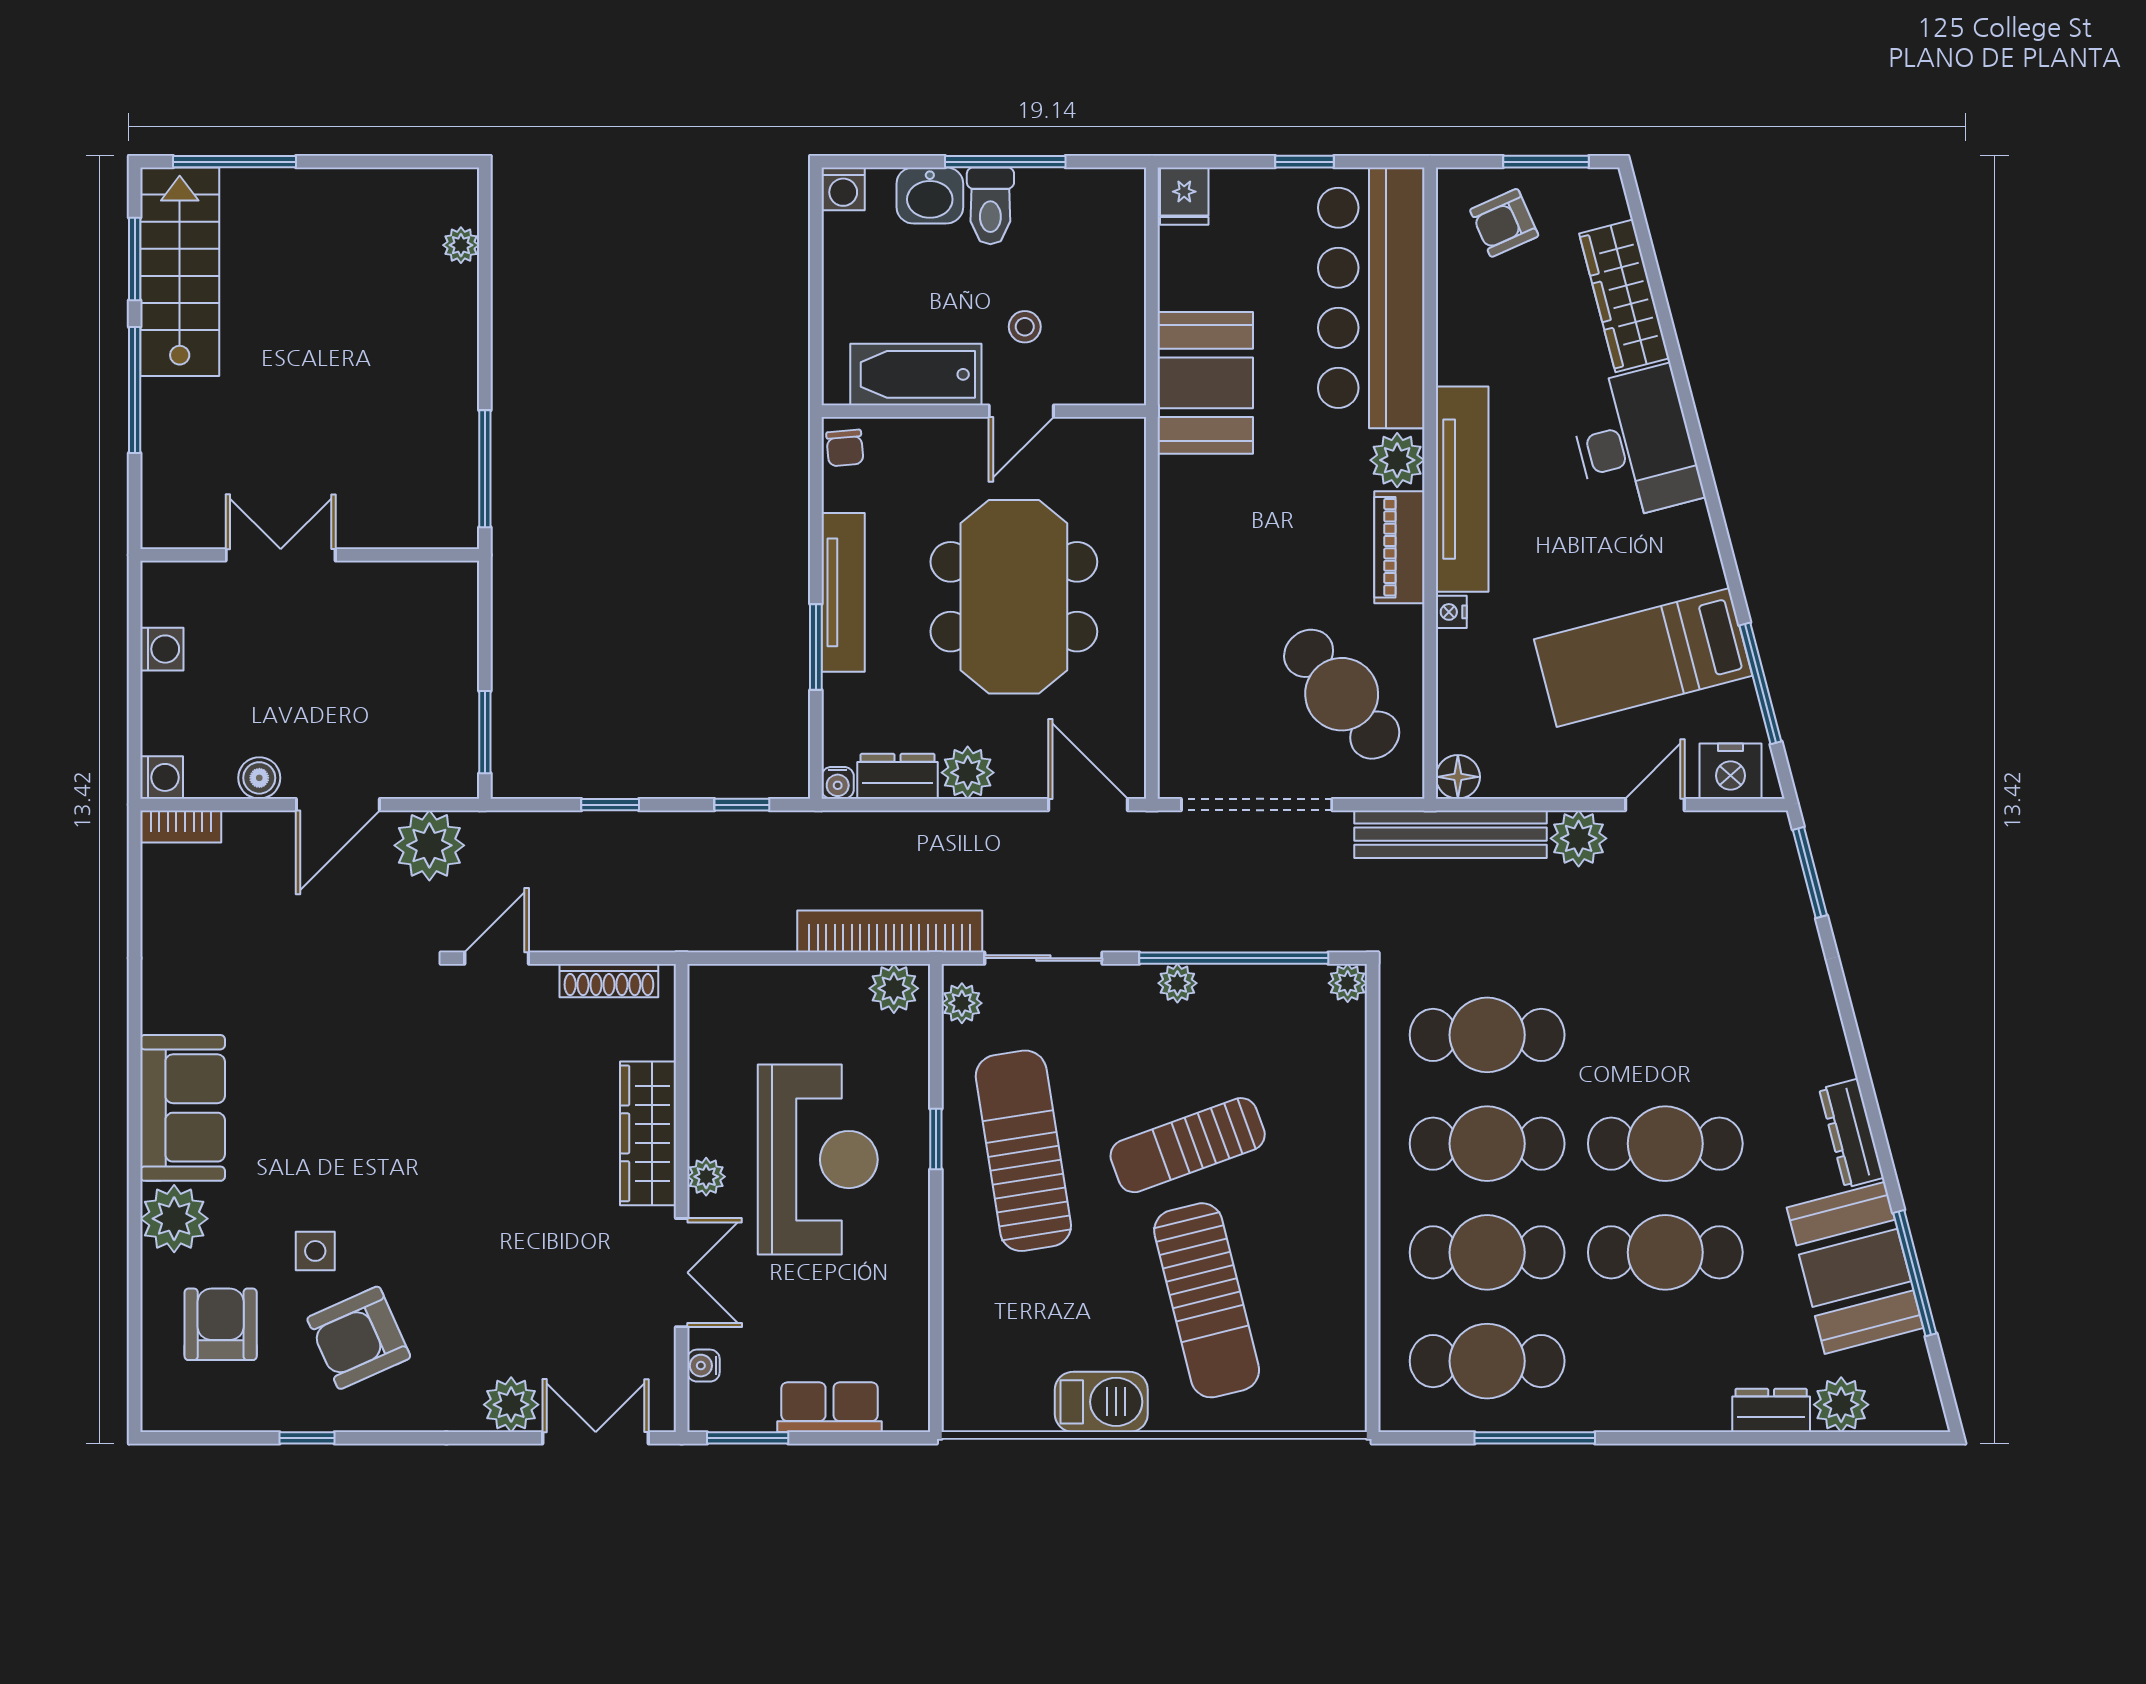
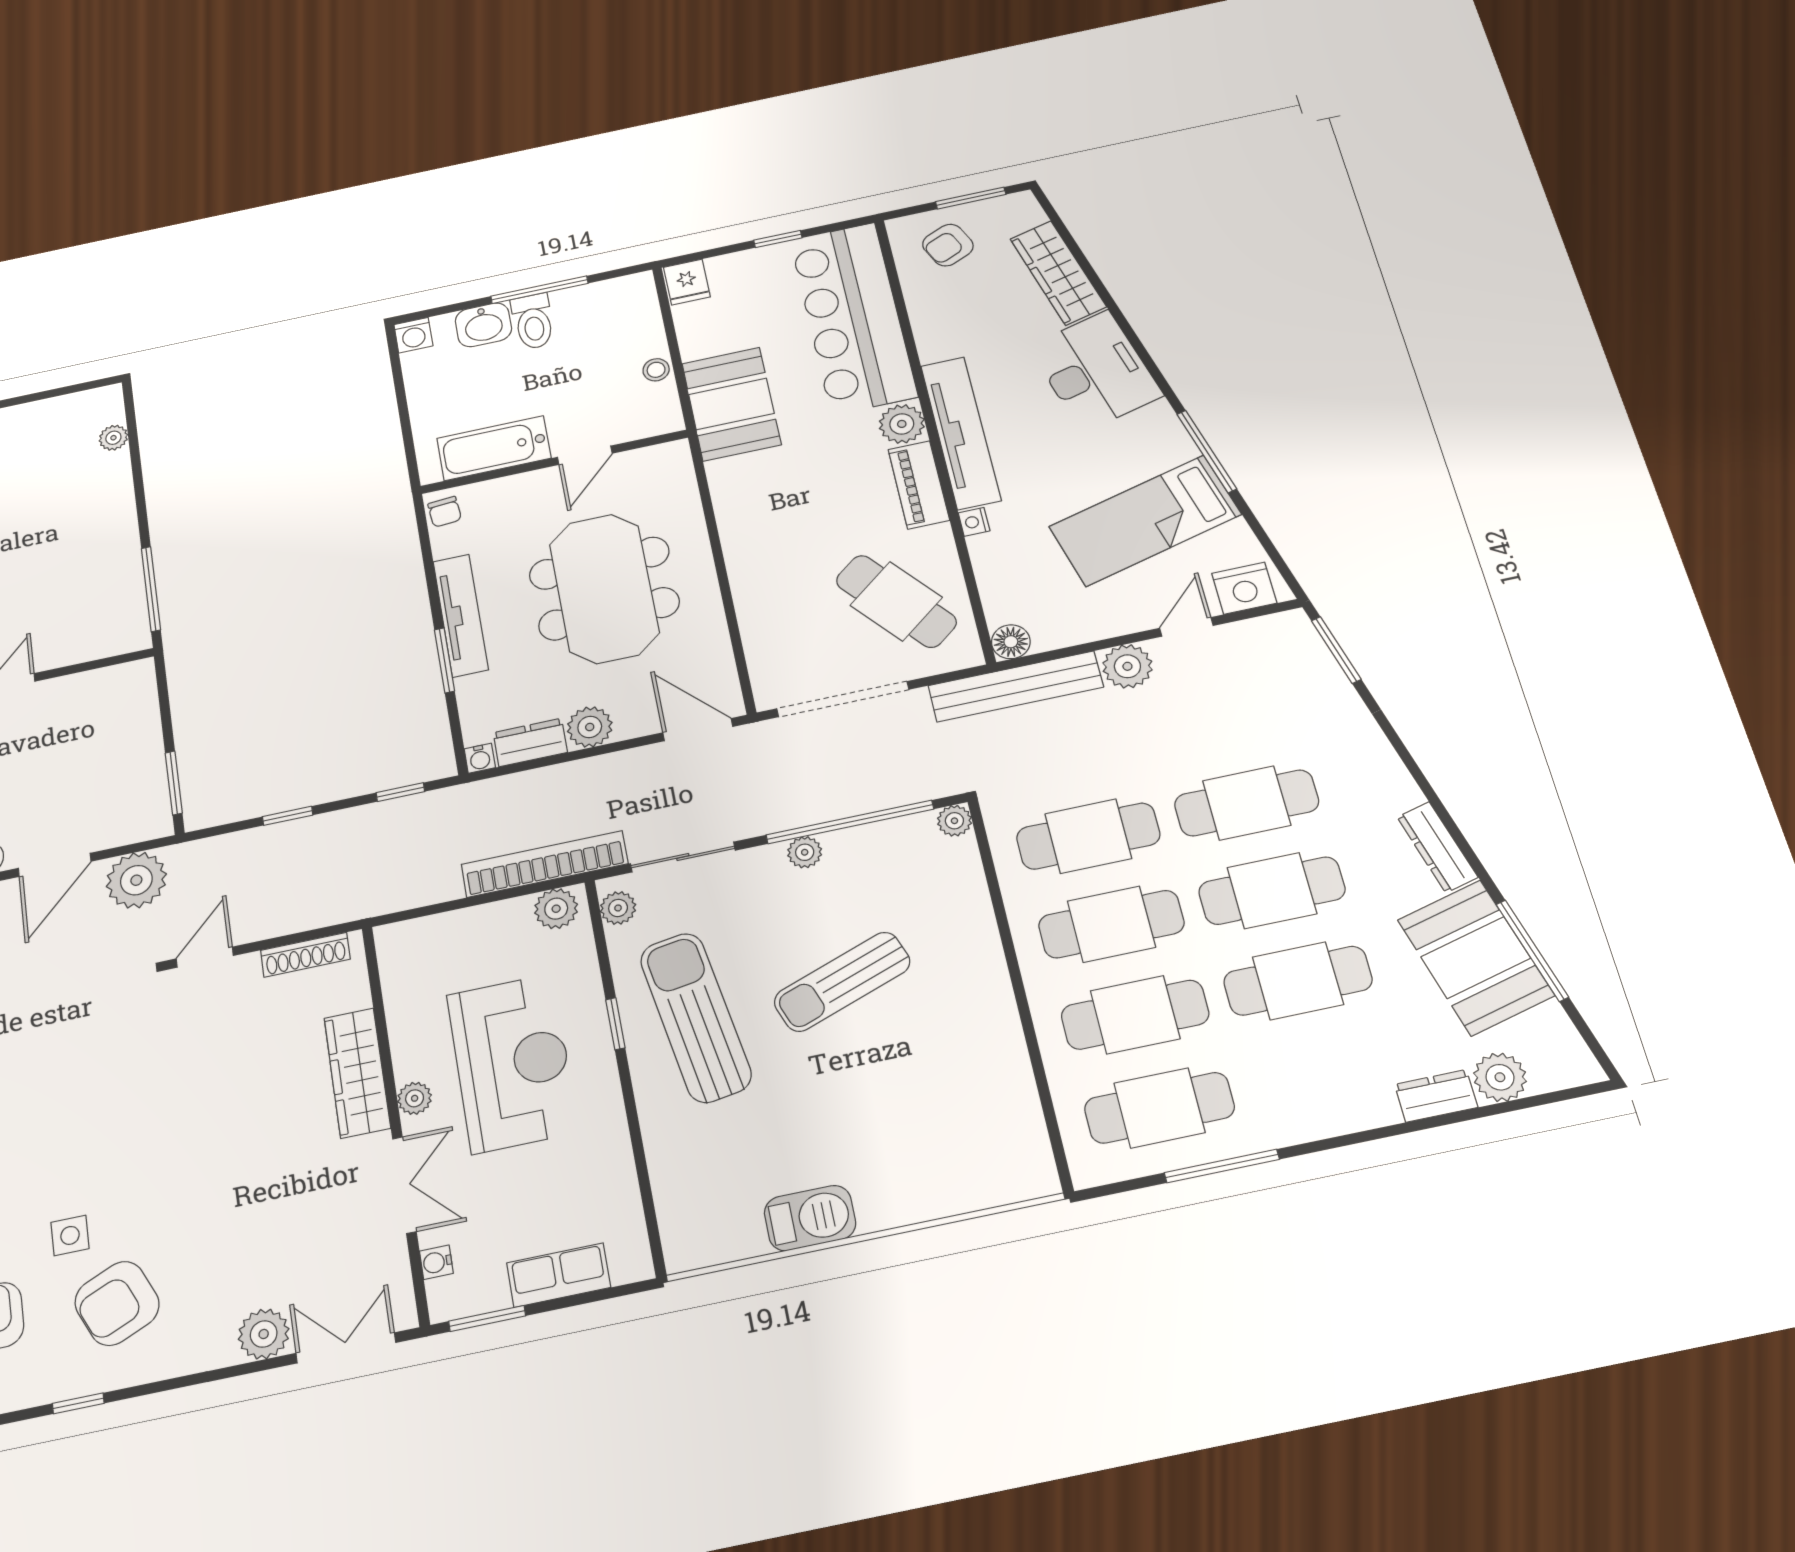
stool: (1025, 327) -> (656, 370), moved
window: (1760, 683) -> (1207, 451), moved
cafe table: (1665, 1035) -> (1247, 803), added
sun lounger: (1207, 1300) -> (888, 1109), removed

